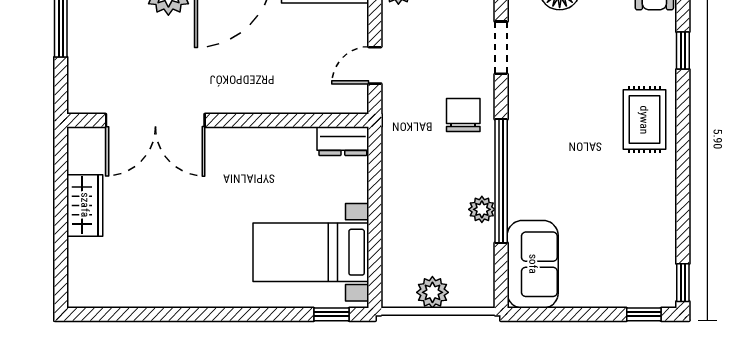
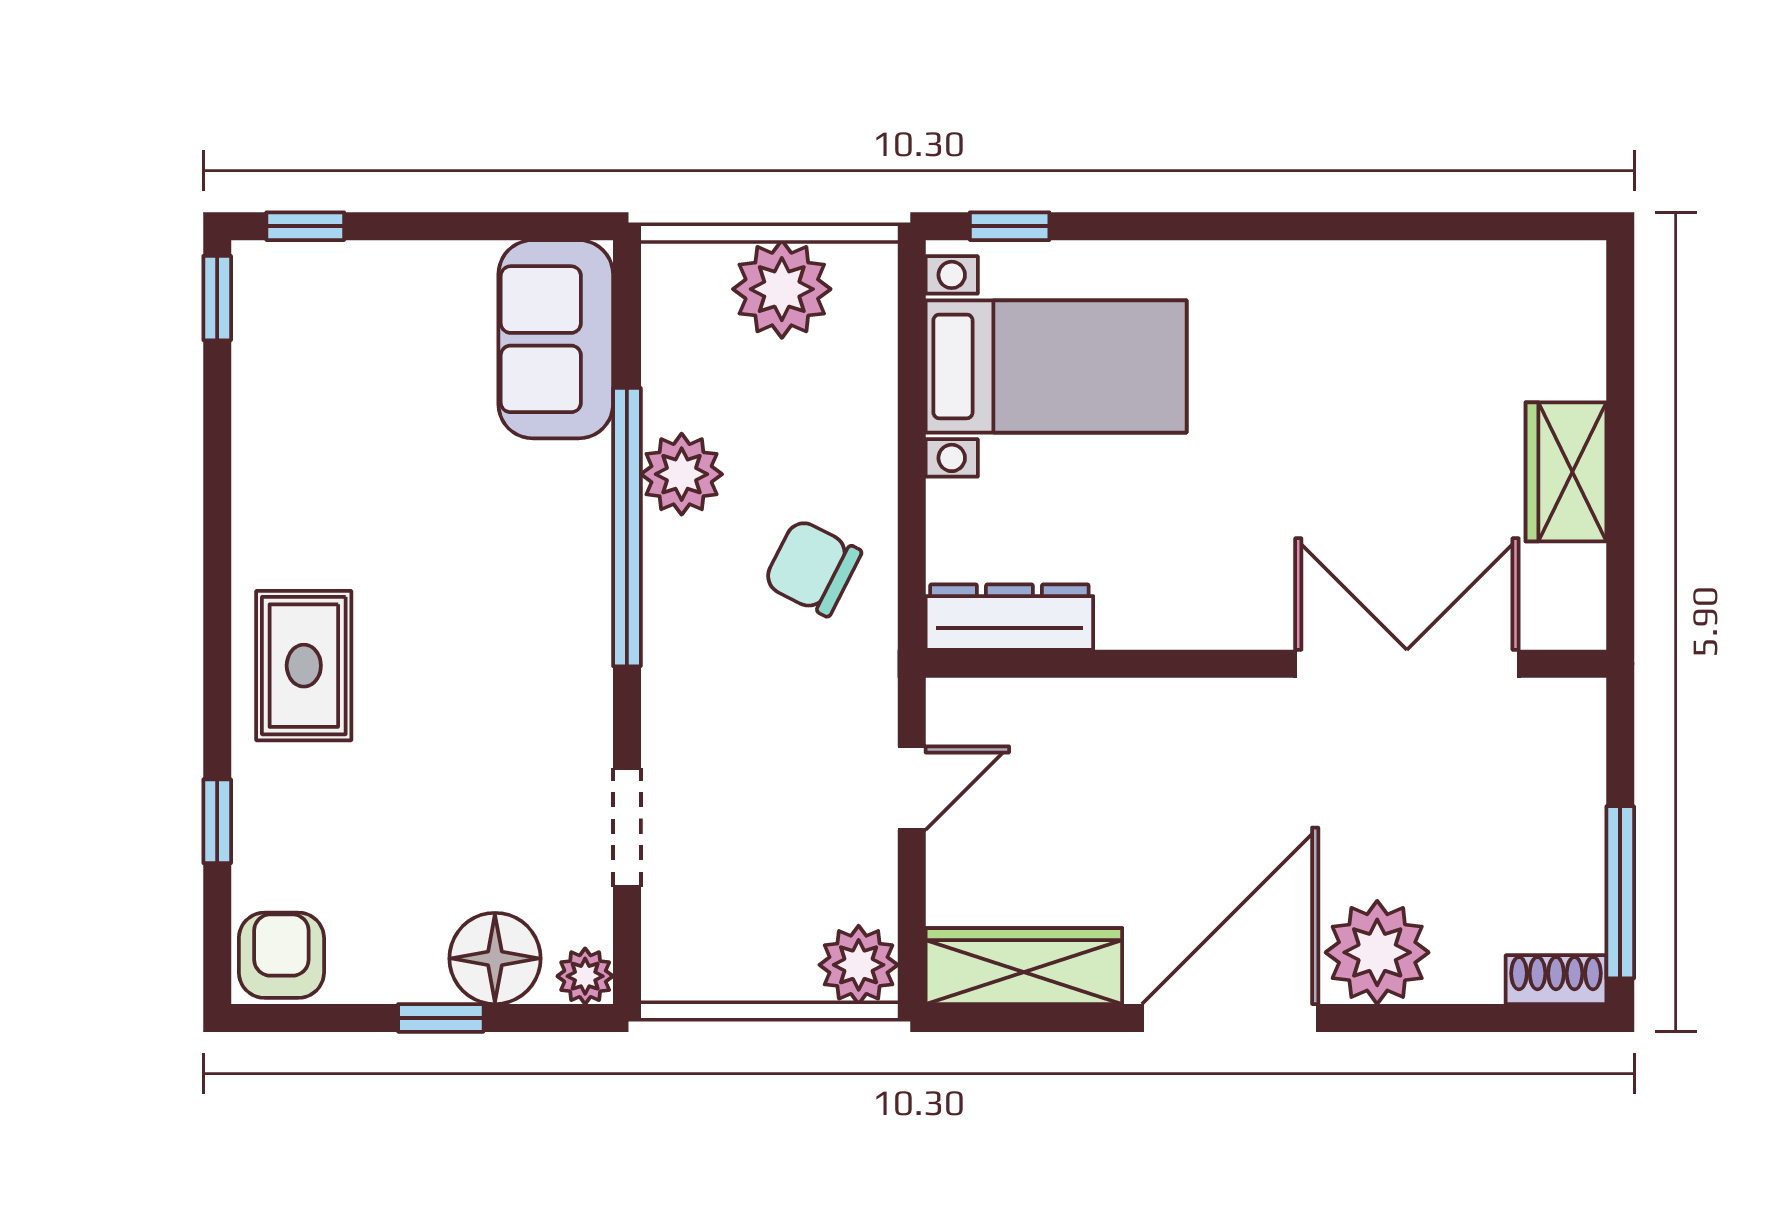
chair: (463, 115) -> (812, 568), moved, turned 117
dresser: (343, 141) -> (1009, 617), width x1.44
plant: (482, 209) -> (682, 474), width x1.38, depth x1.38
plant: (432, 292) -> (782, 289), width x1.36, depth x1.36

